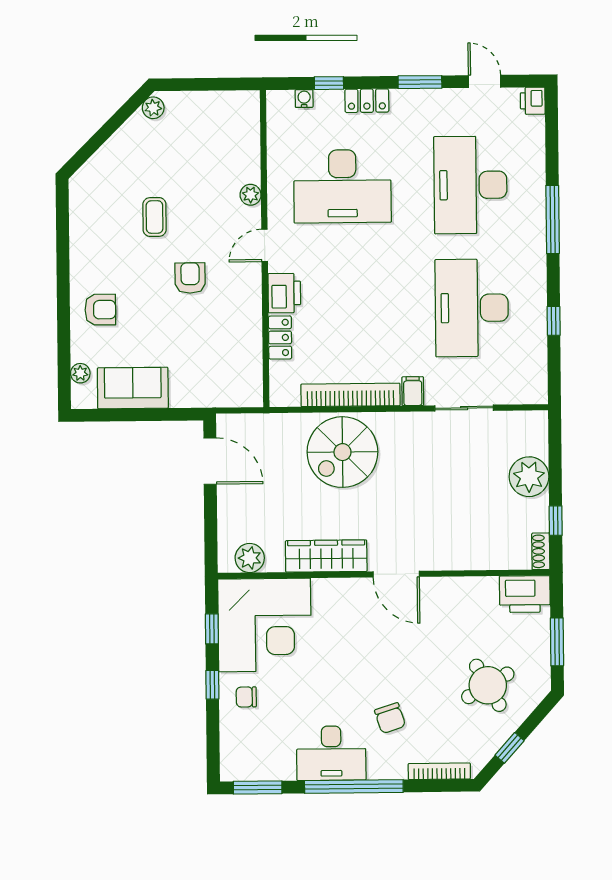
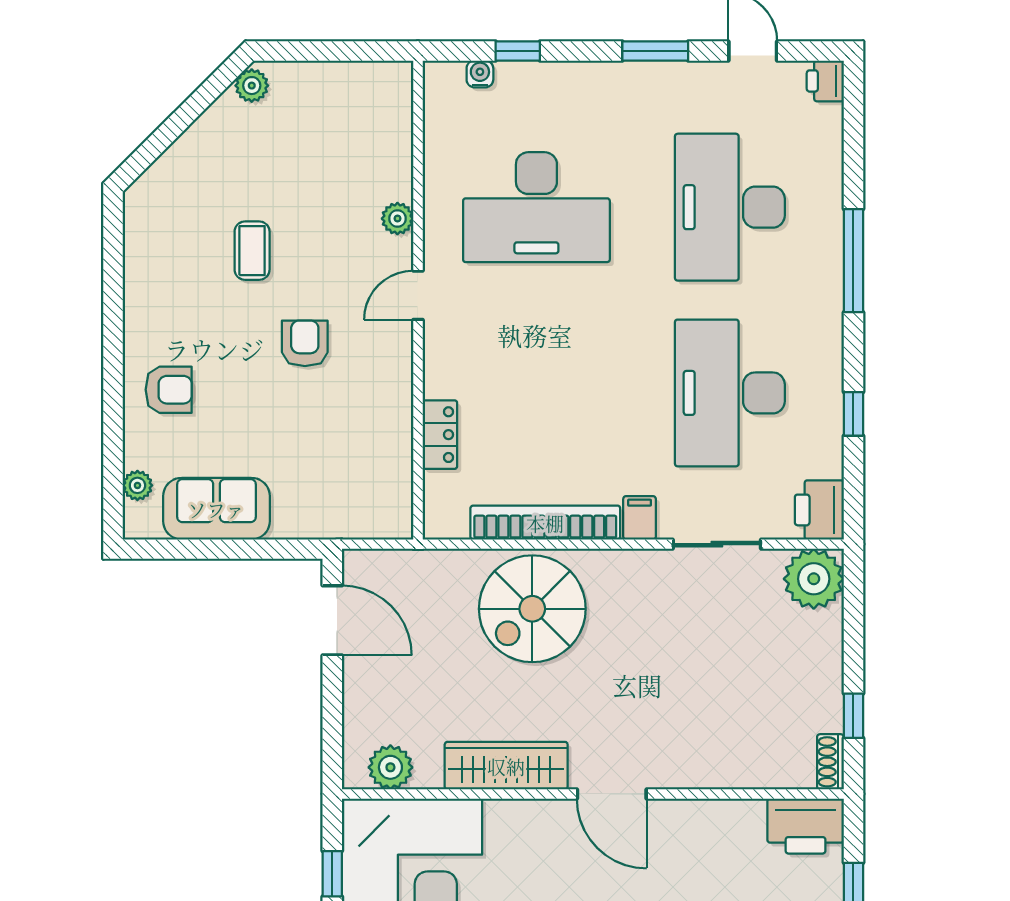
locker: (367, 101) -> (575, 78), removed
printer: (284, 293) -> (819, 510), moved, turned 180
plant: (529, 477) -> (814, 579), moved

